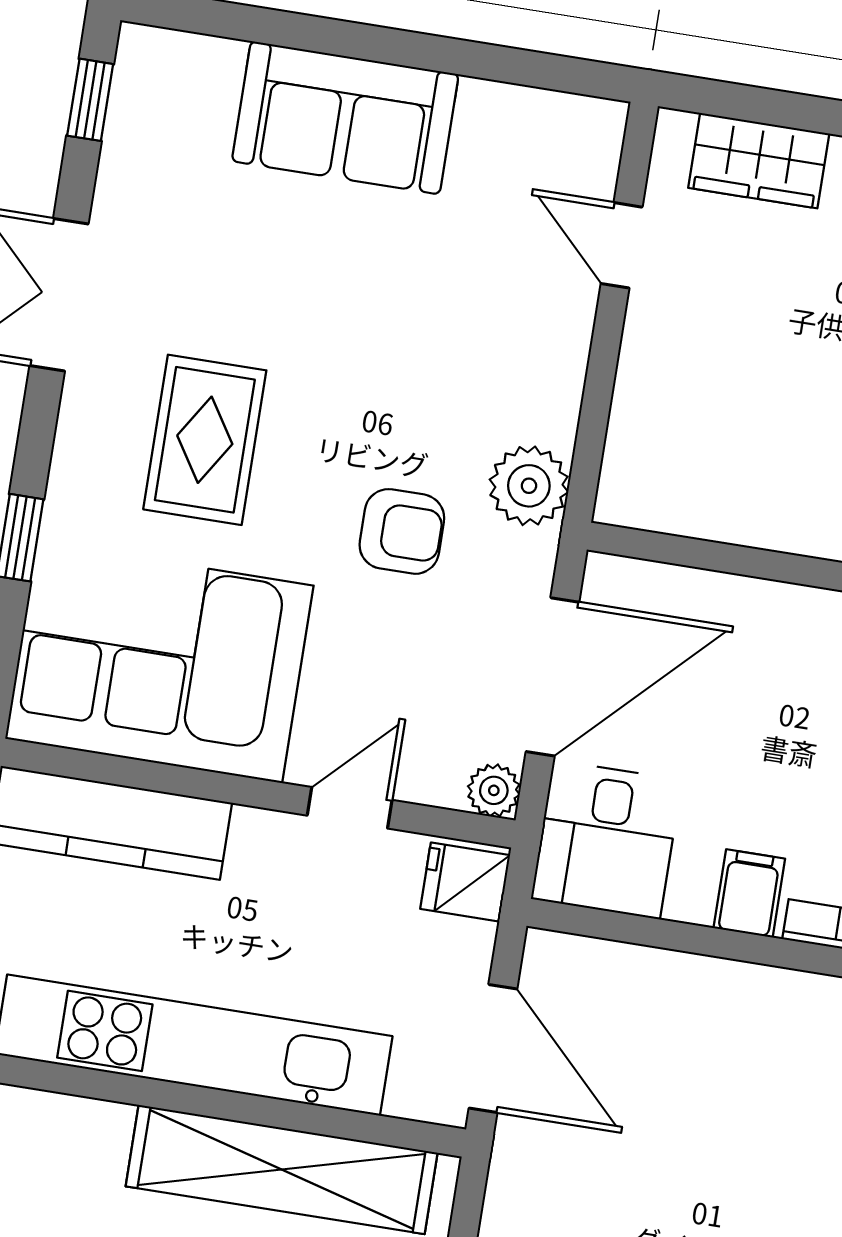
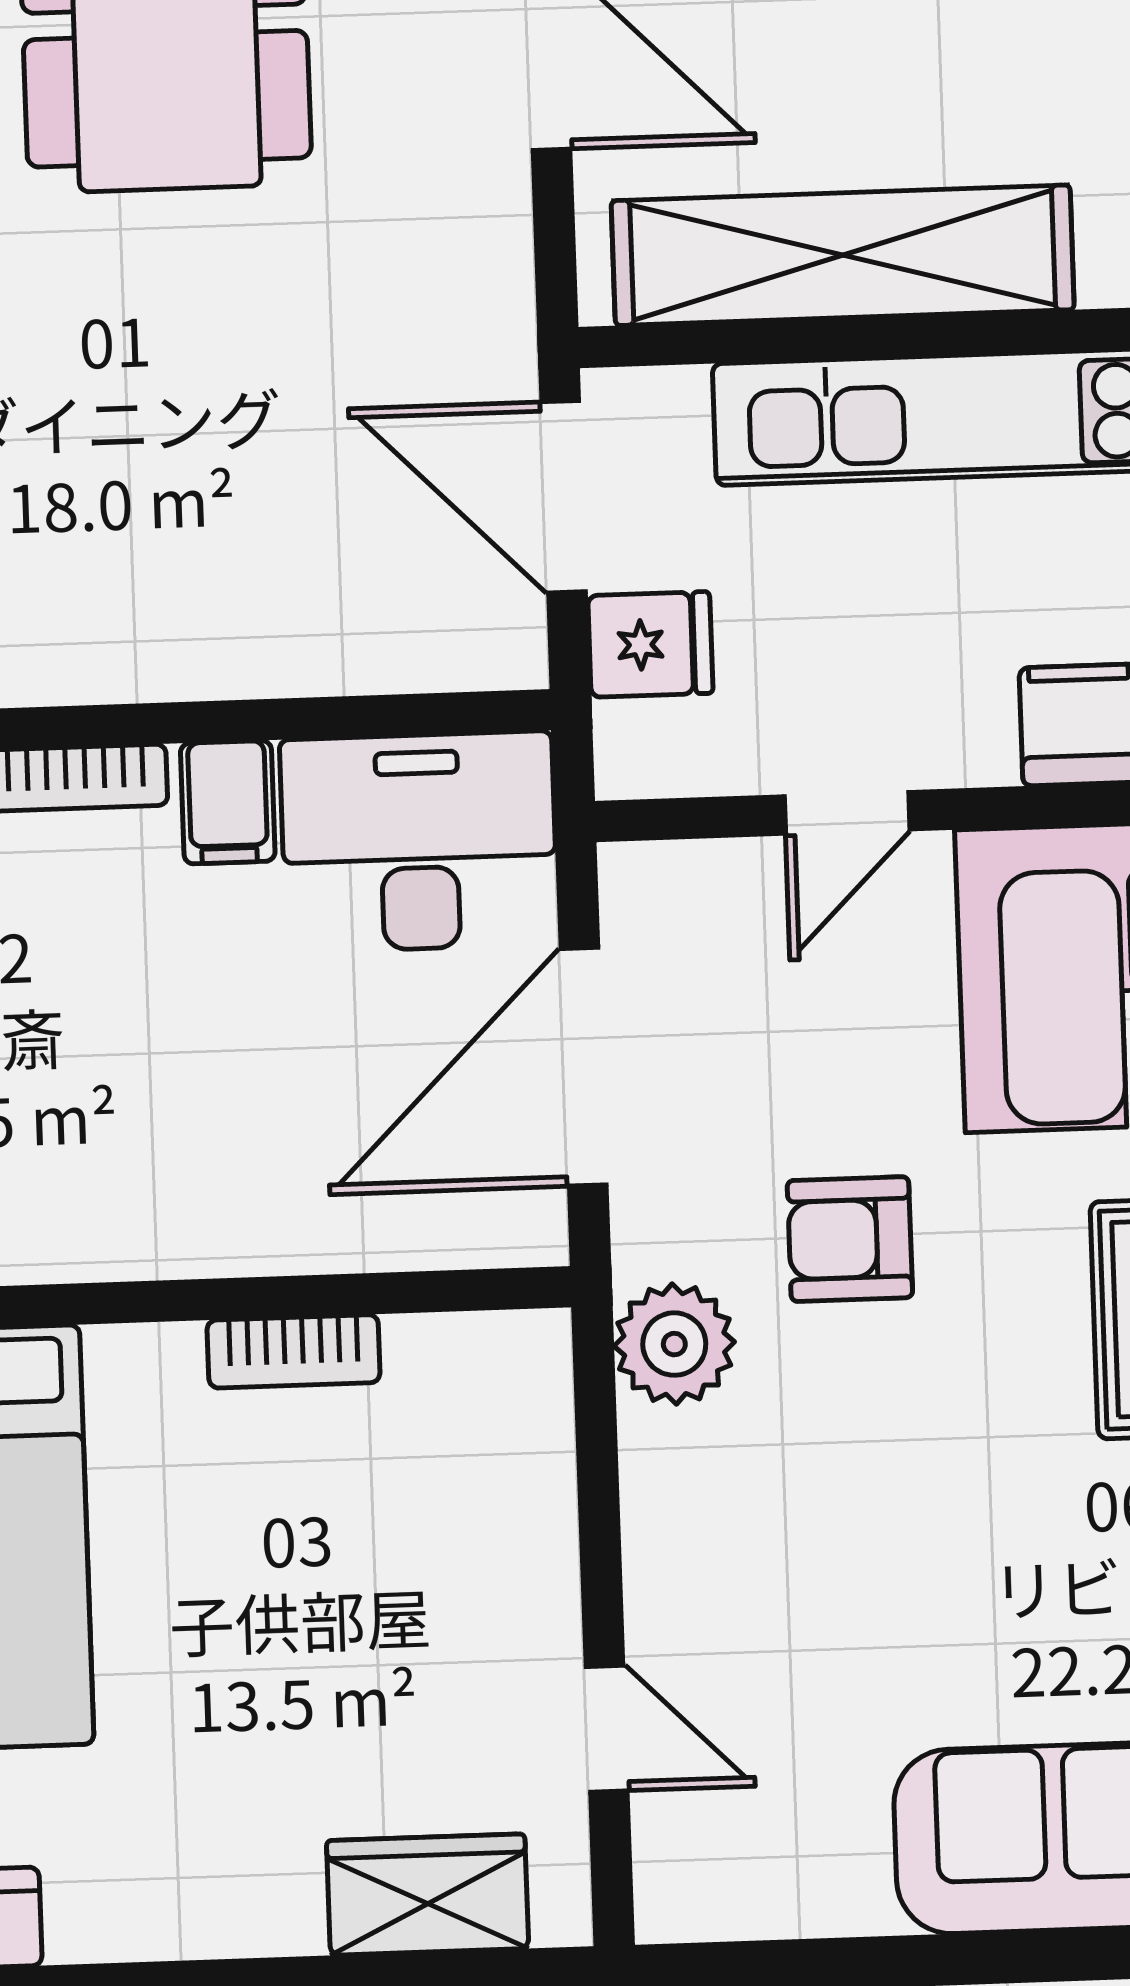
bookcase: (776, 529) -> (294, 1351), added
plant: (494, 790) -> (638, 881), removed
desk: (606, 840) -> (419, 842), width x1.37
fridge: (465, 882) -> (650, 644), moved

